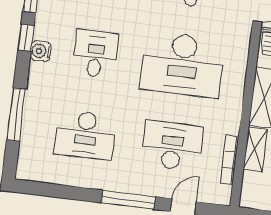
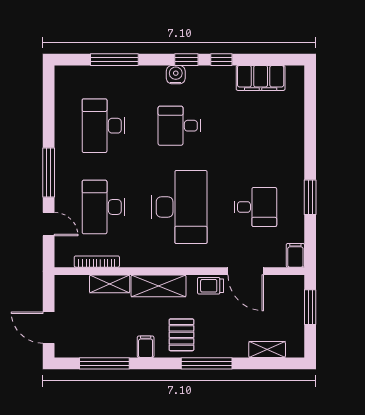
desk: (96, 54) -> (179, 126), turned 180
desk: (182, 65) -> (179, 207), turned 180
desk: (172, 146) -> (103, 207), turned 180

